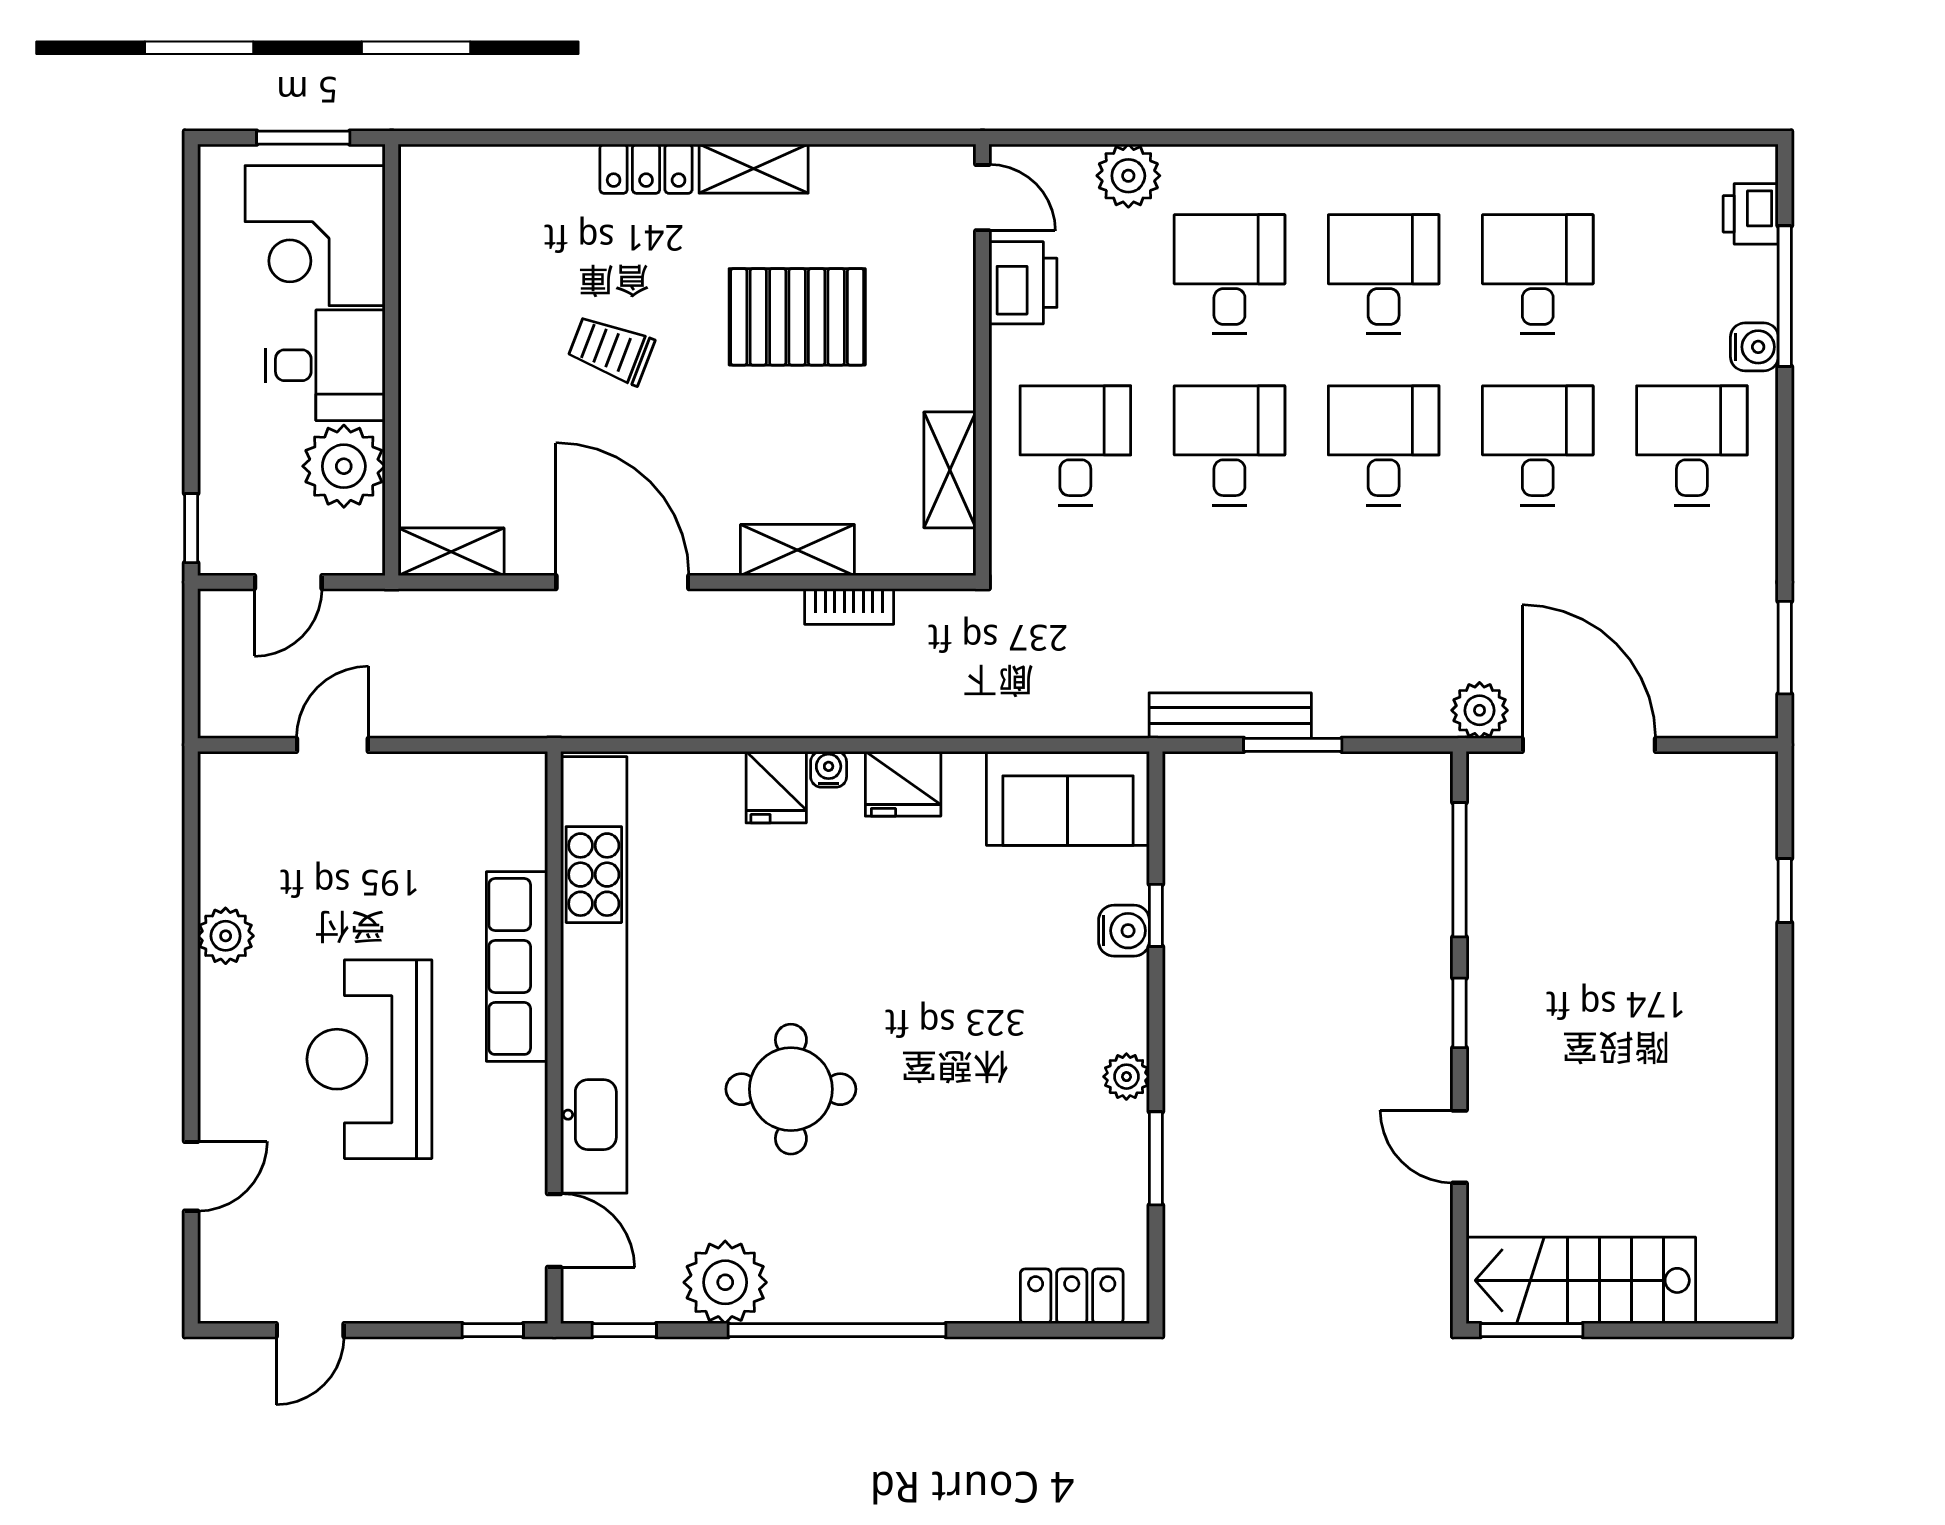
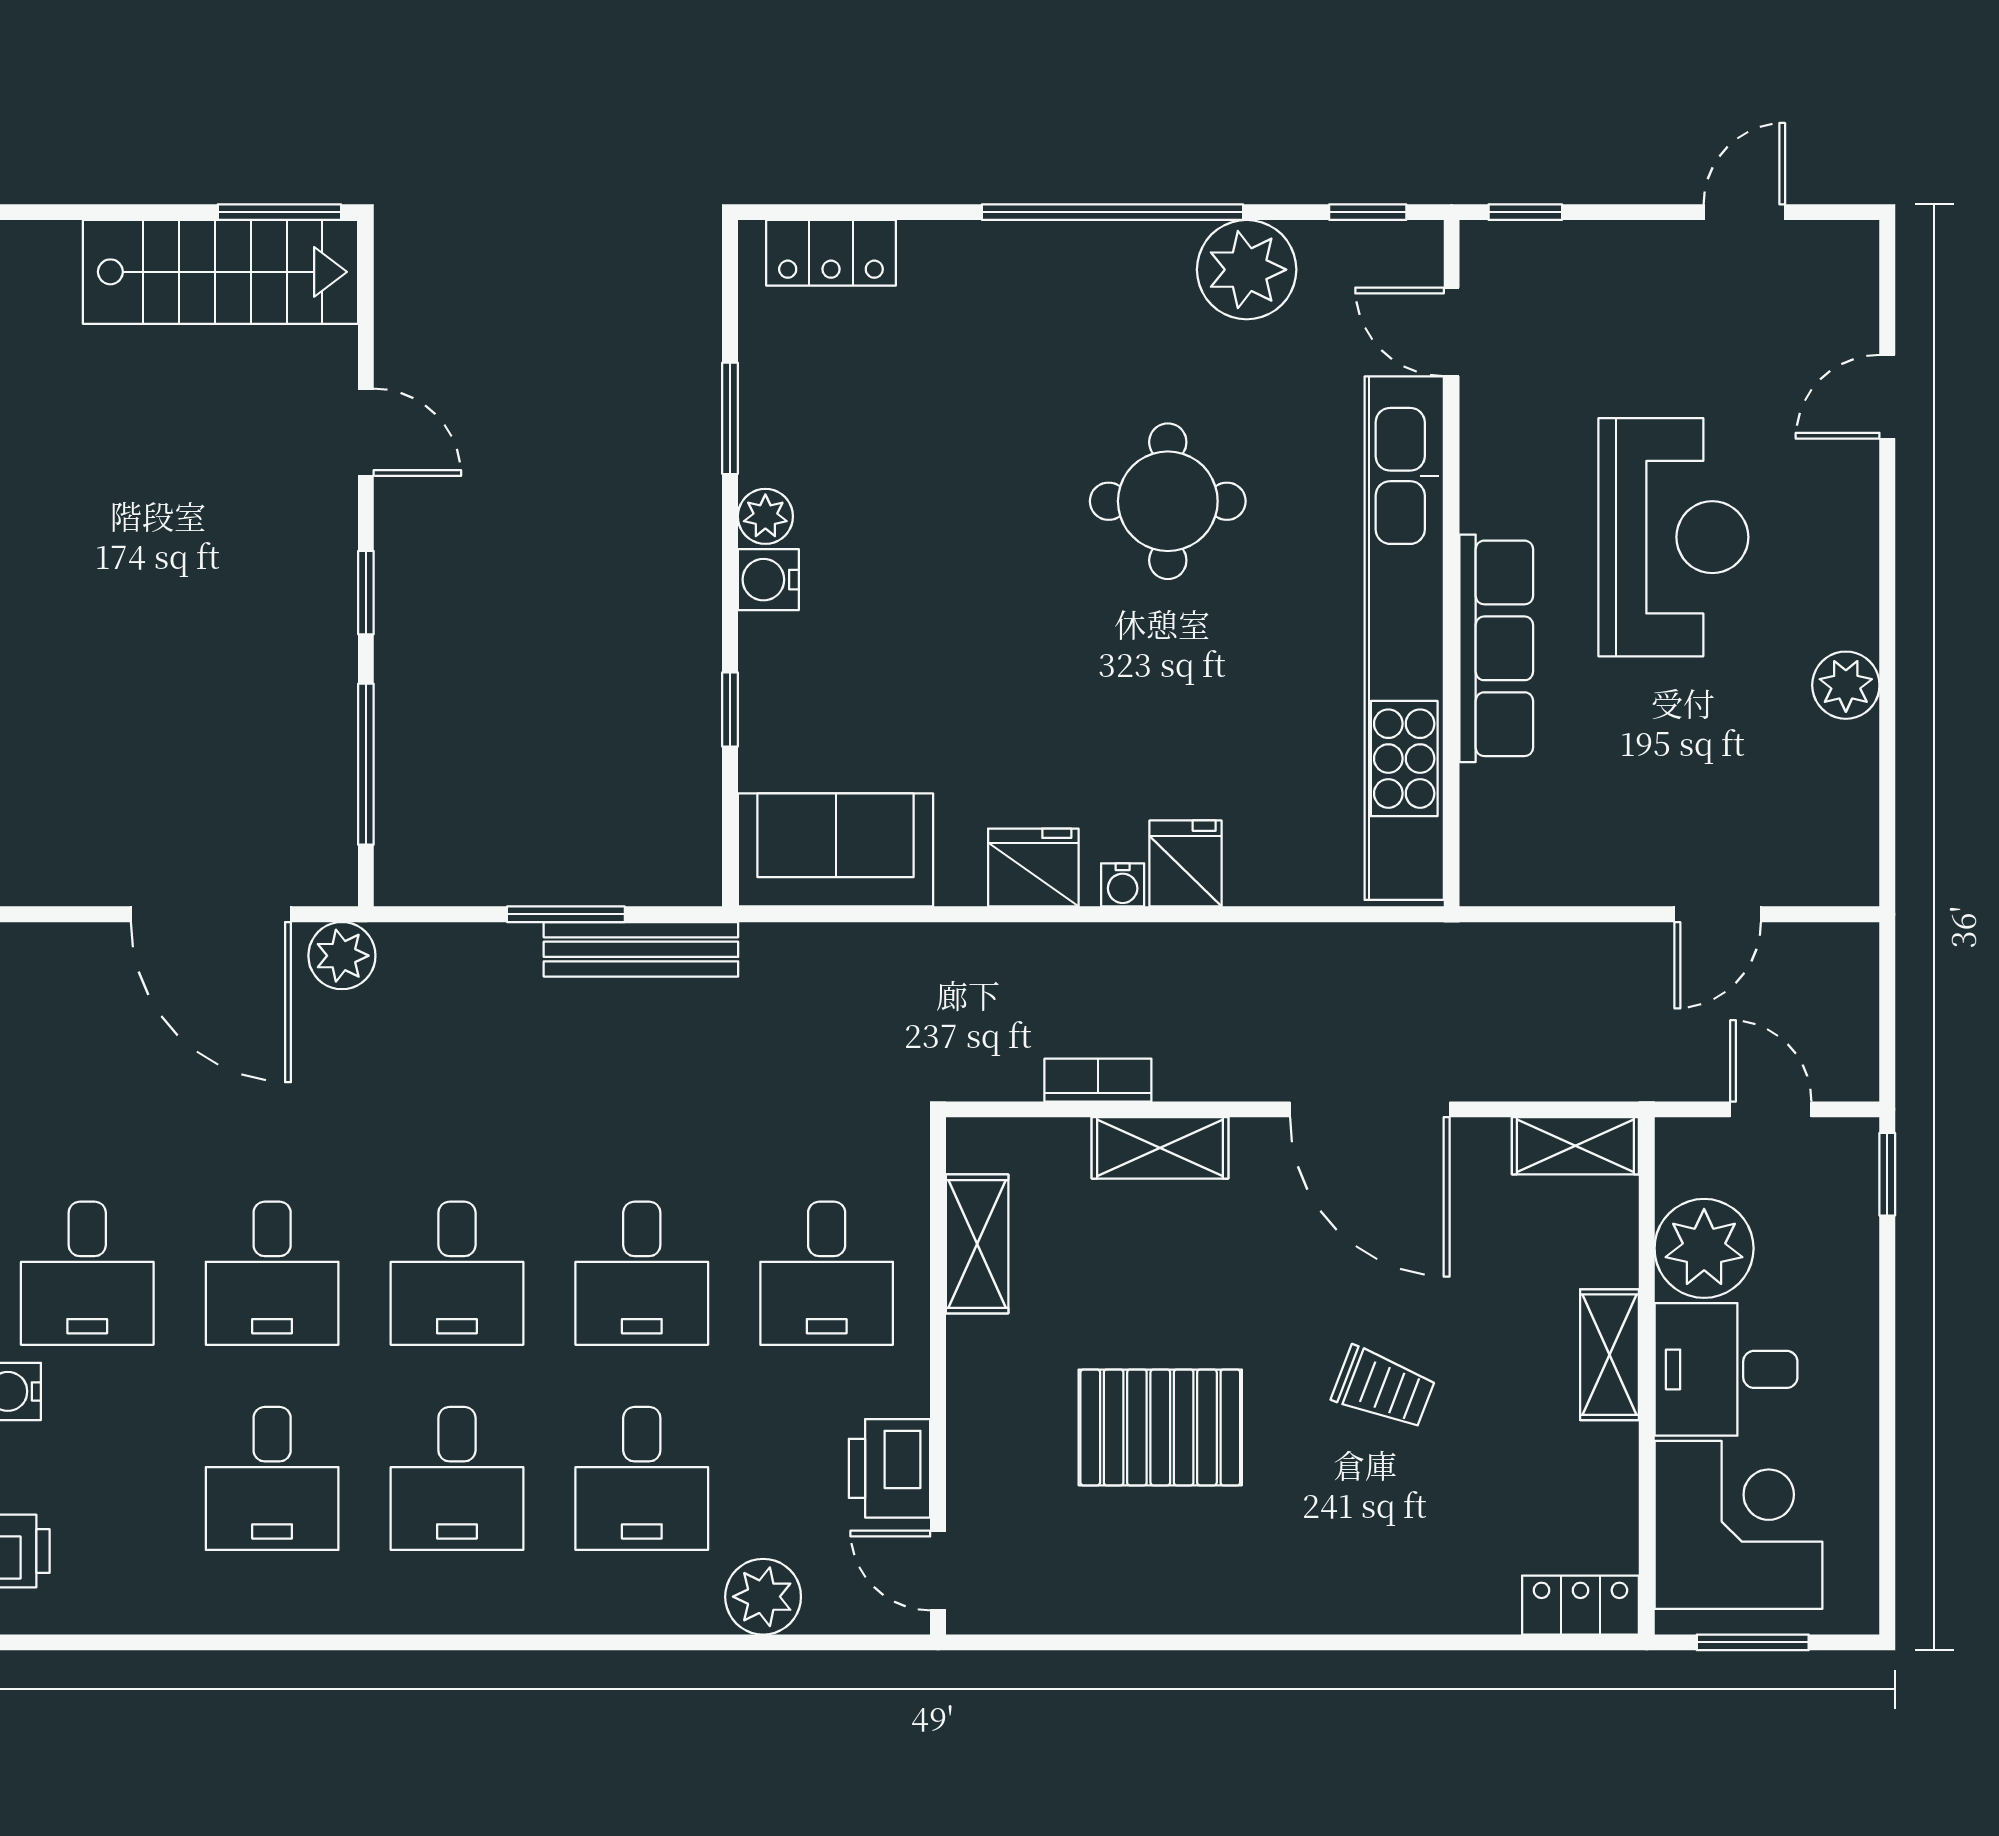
locker: (646, 169) -> (1580, 1605), moved
shelving: (754, 169) -> (1609, 1355), moved, turned 90
door: (288, 582) -> (1771, 1109), hinge flipped
water cooler: (1124, 931) -> (768, 580), moved

